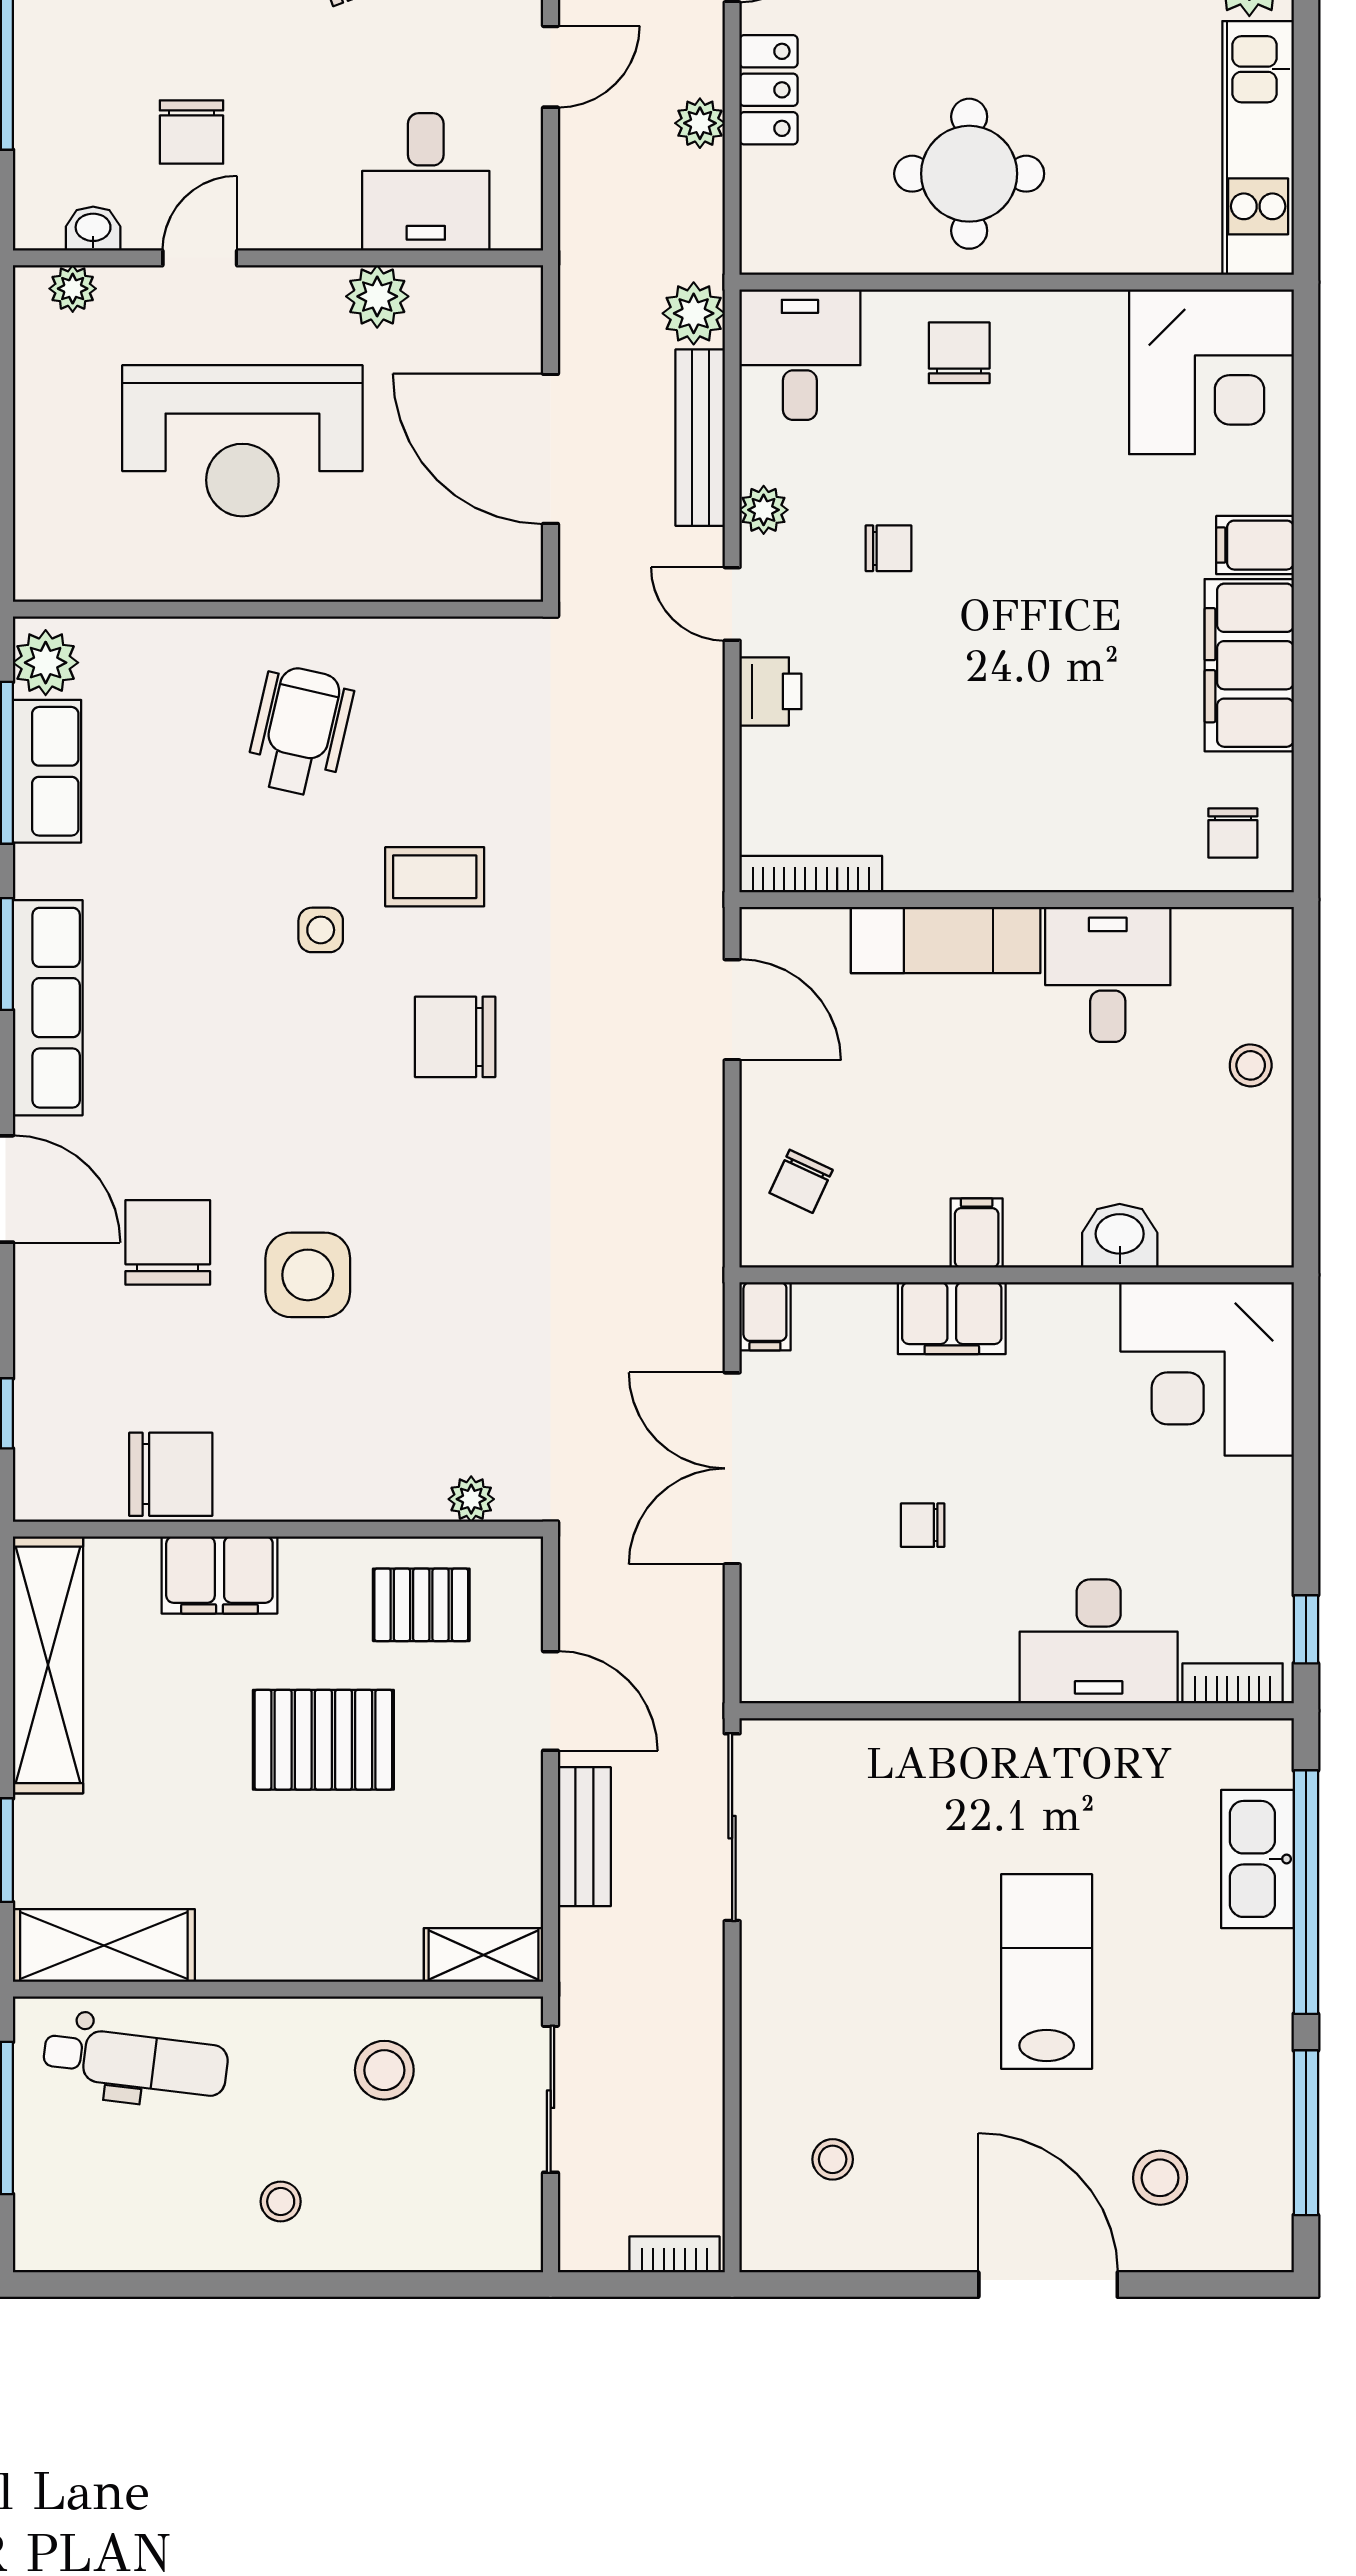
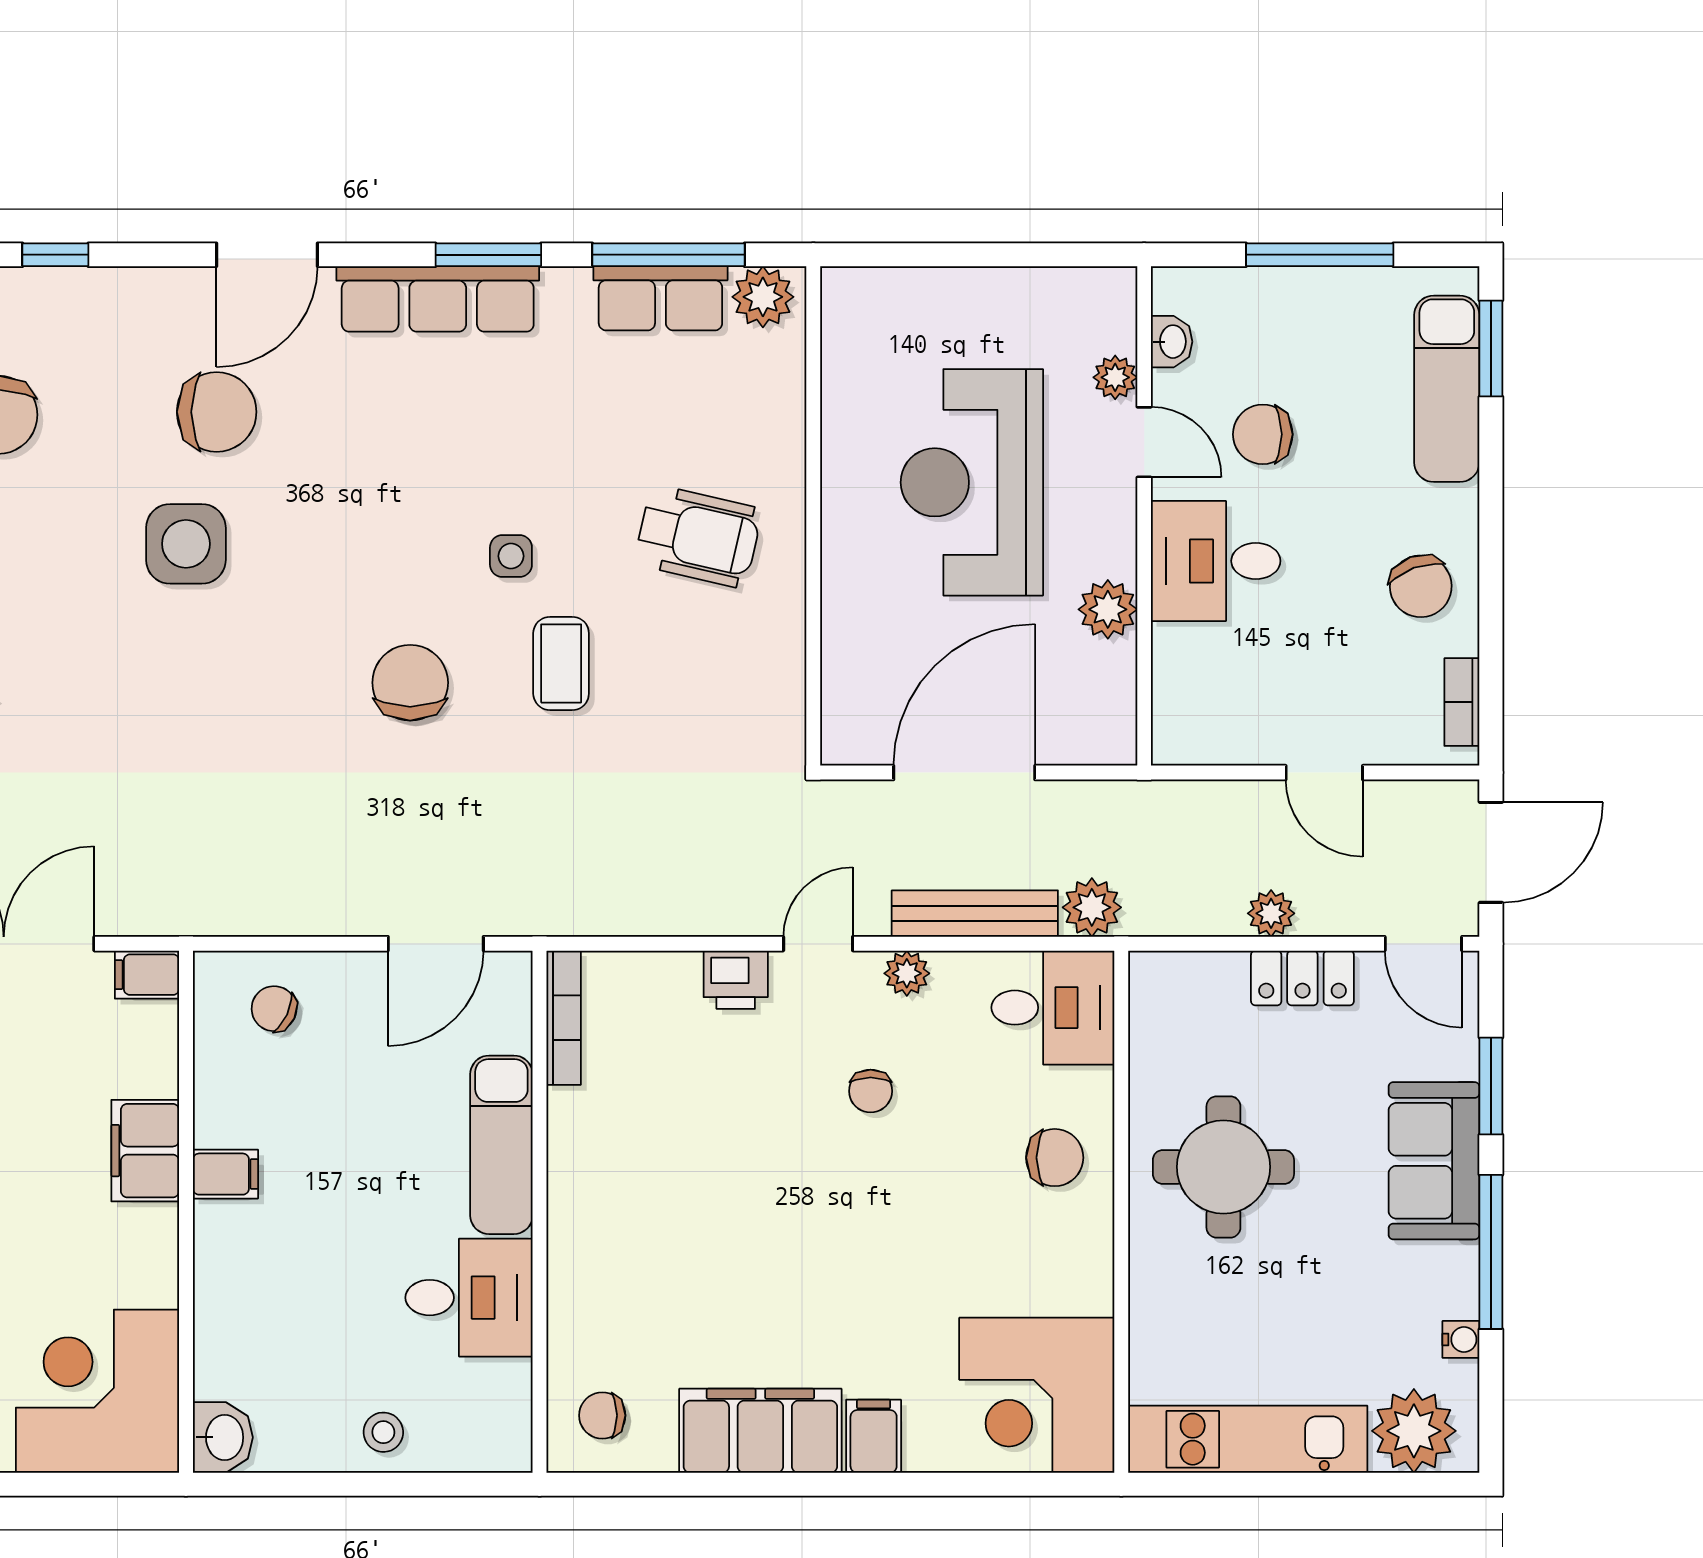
desk: (426, 182) -> (1216, 561), moved
plant: (73, 289) -> (1115, 377), moved
washbasin: (1120, 1236) -> (223, 1437), moved

